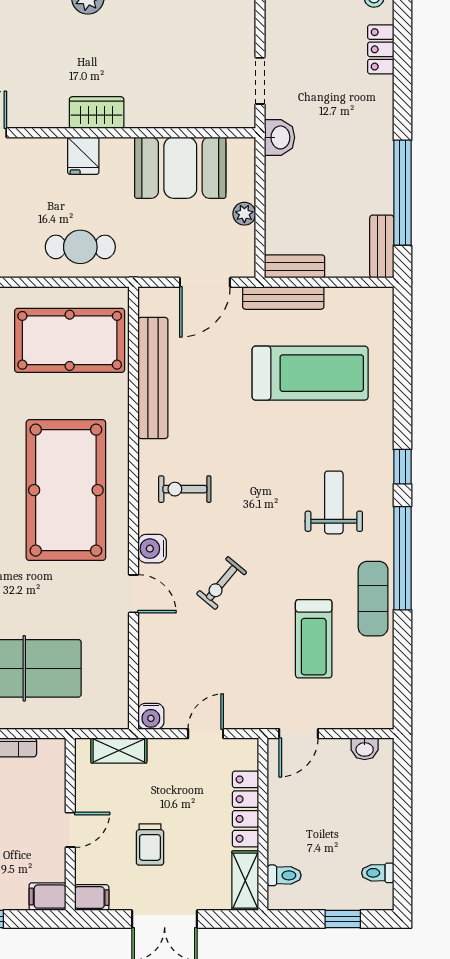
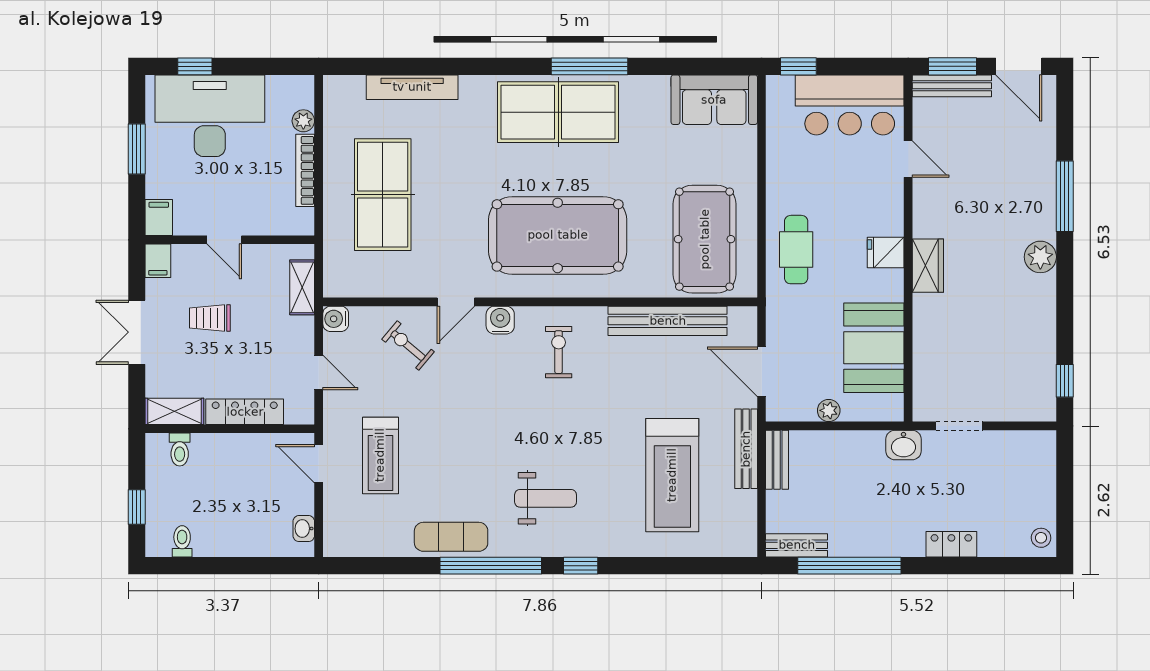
locker: (381, 49) -> (951, 544), moved
exercise bike: (222, 583) -> (408, 346), moved
treadmill: (314, 639) -> (380, 455), moved, turned -90

